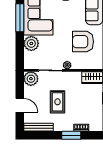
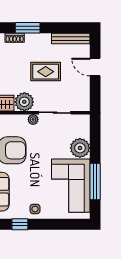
plant: (31, 79) -> (24, 102), moved
rug: (58, 102) -> (46, 72), turned 90

